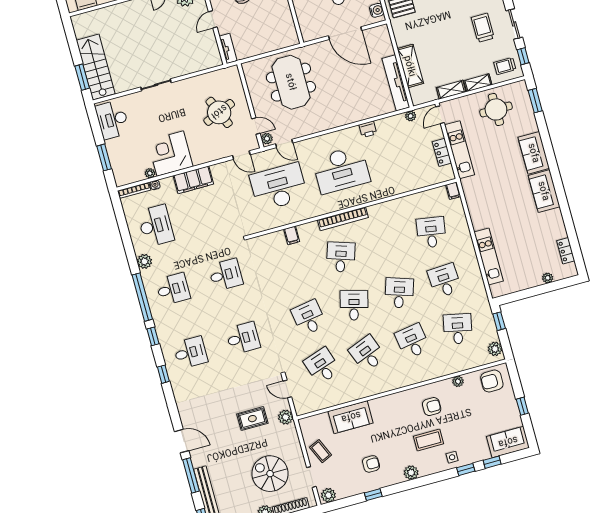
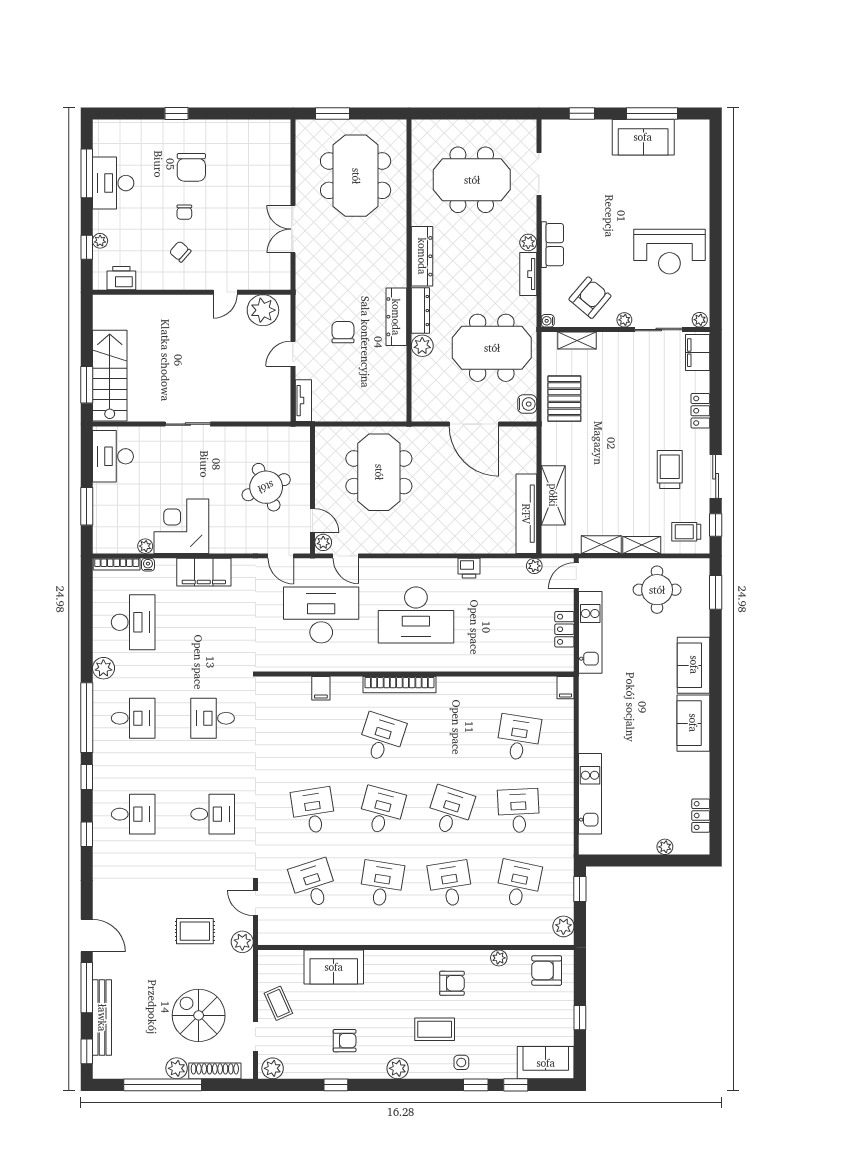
desk: (226, 275) -> (213, 718), turned 180
desk: (367, 354) -> (382, 884), turned 30

